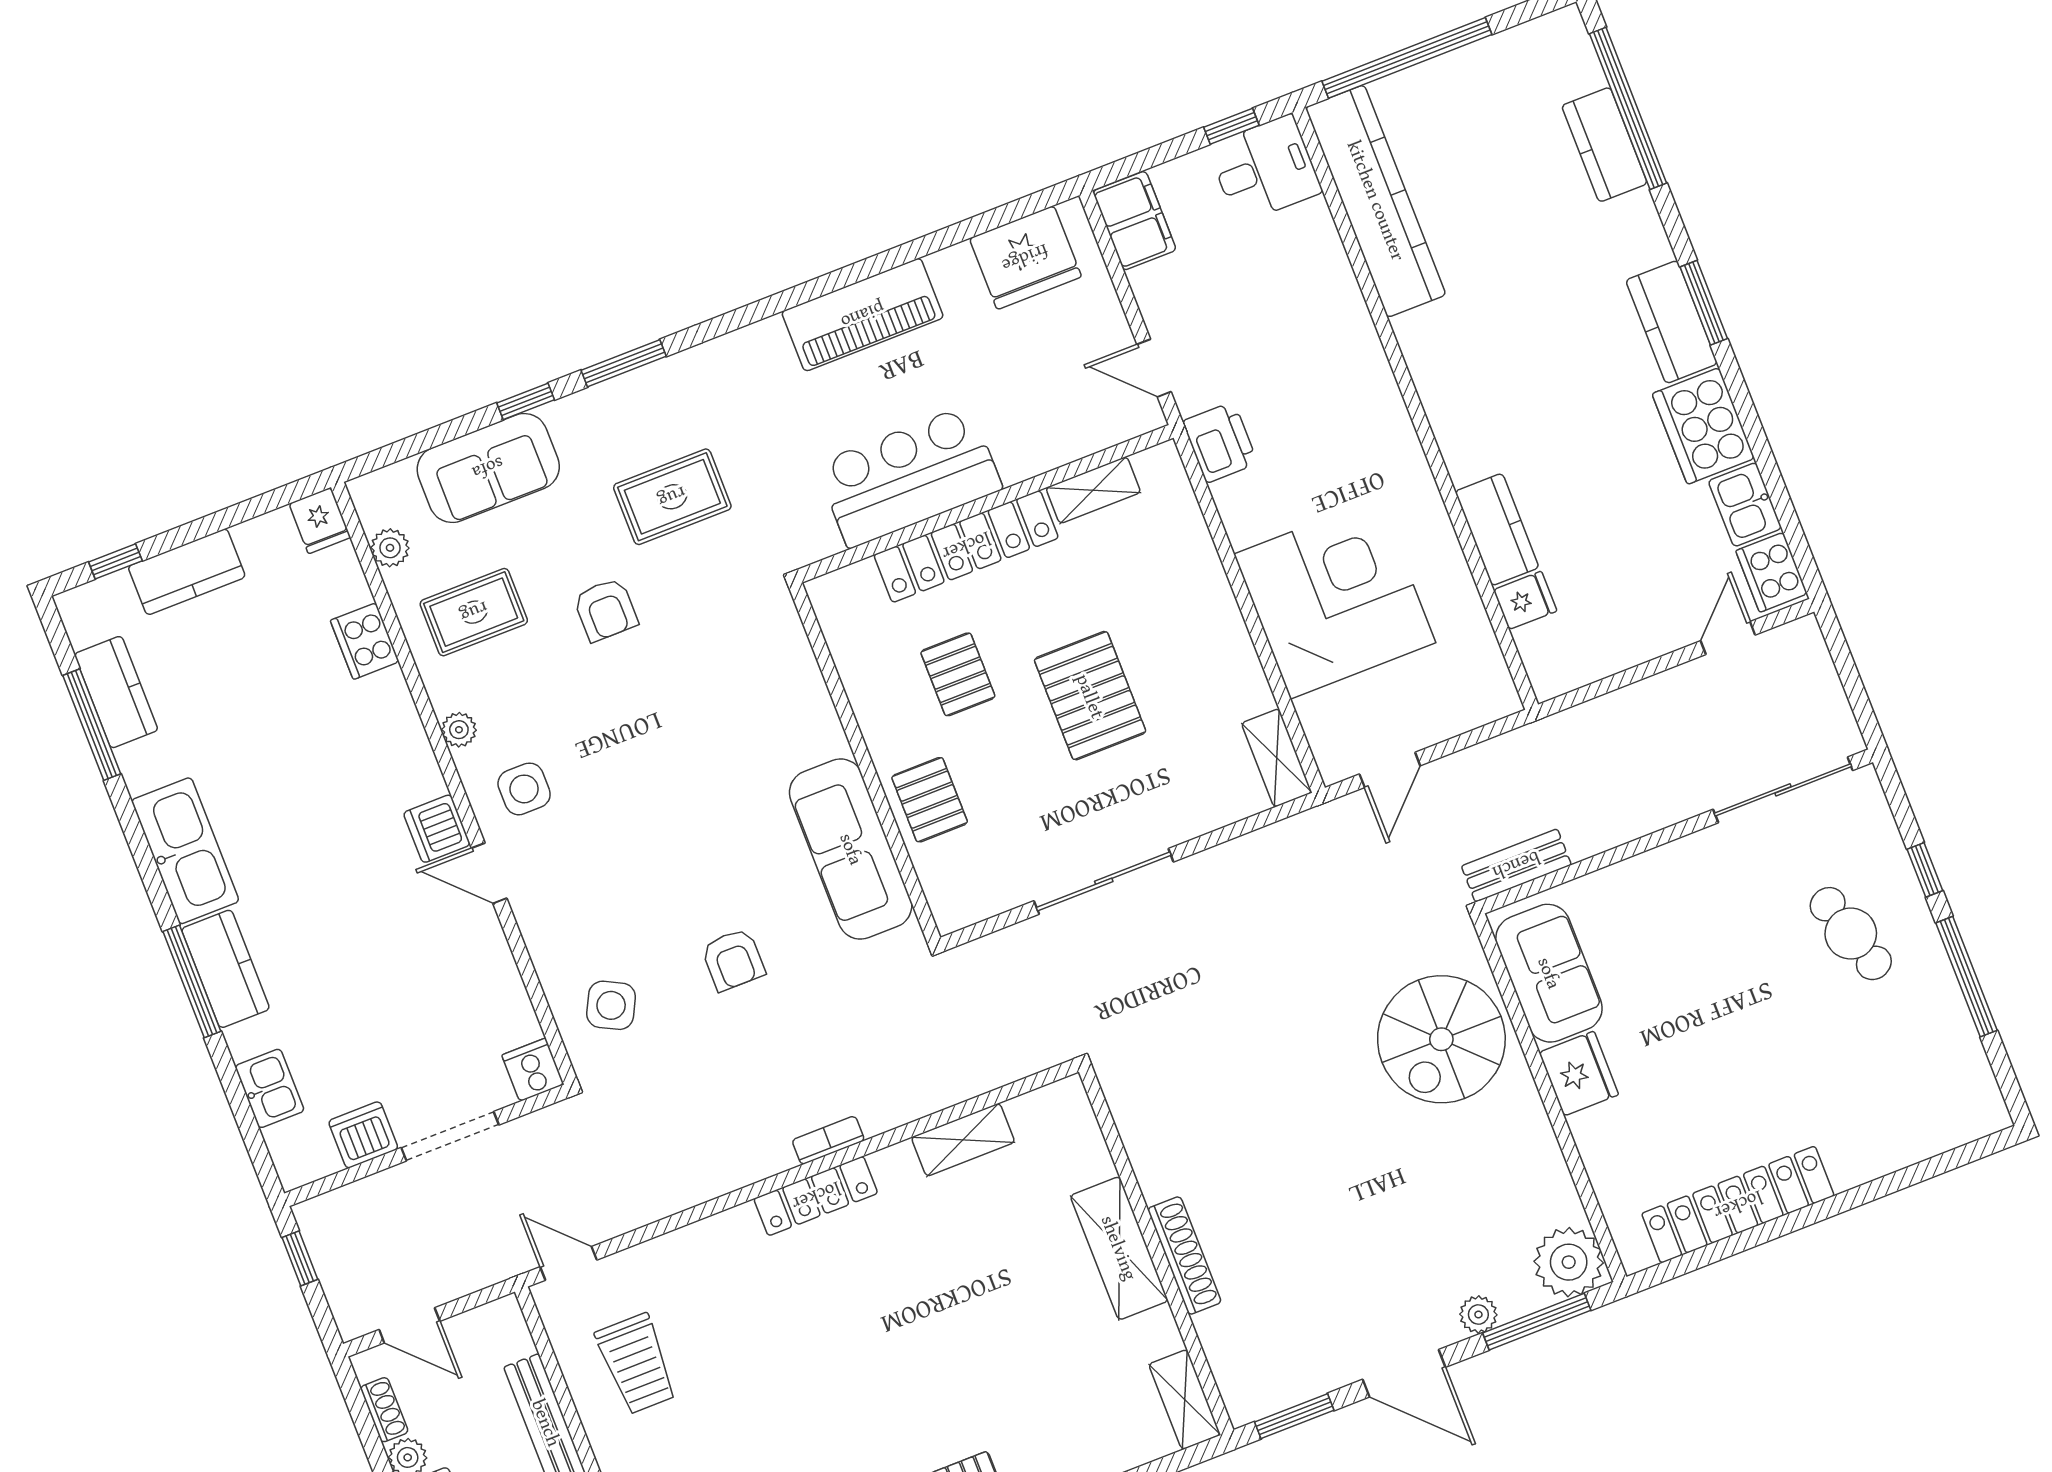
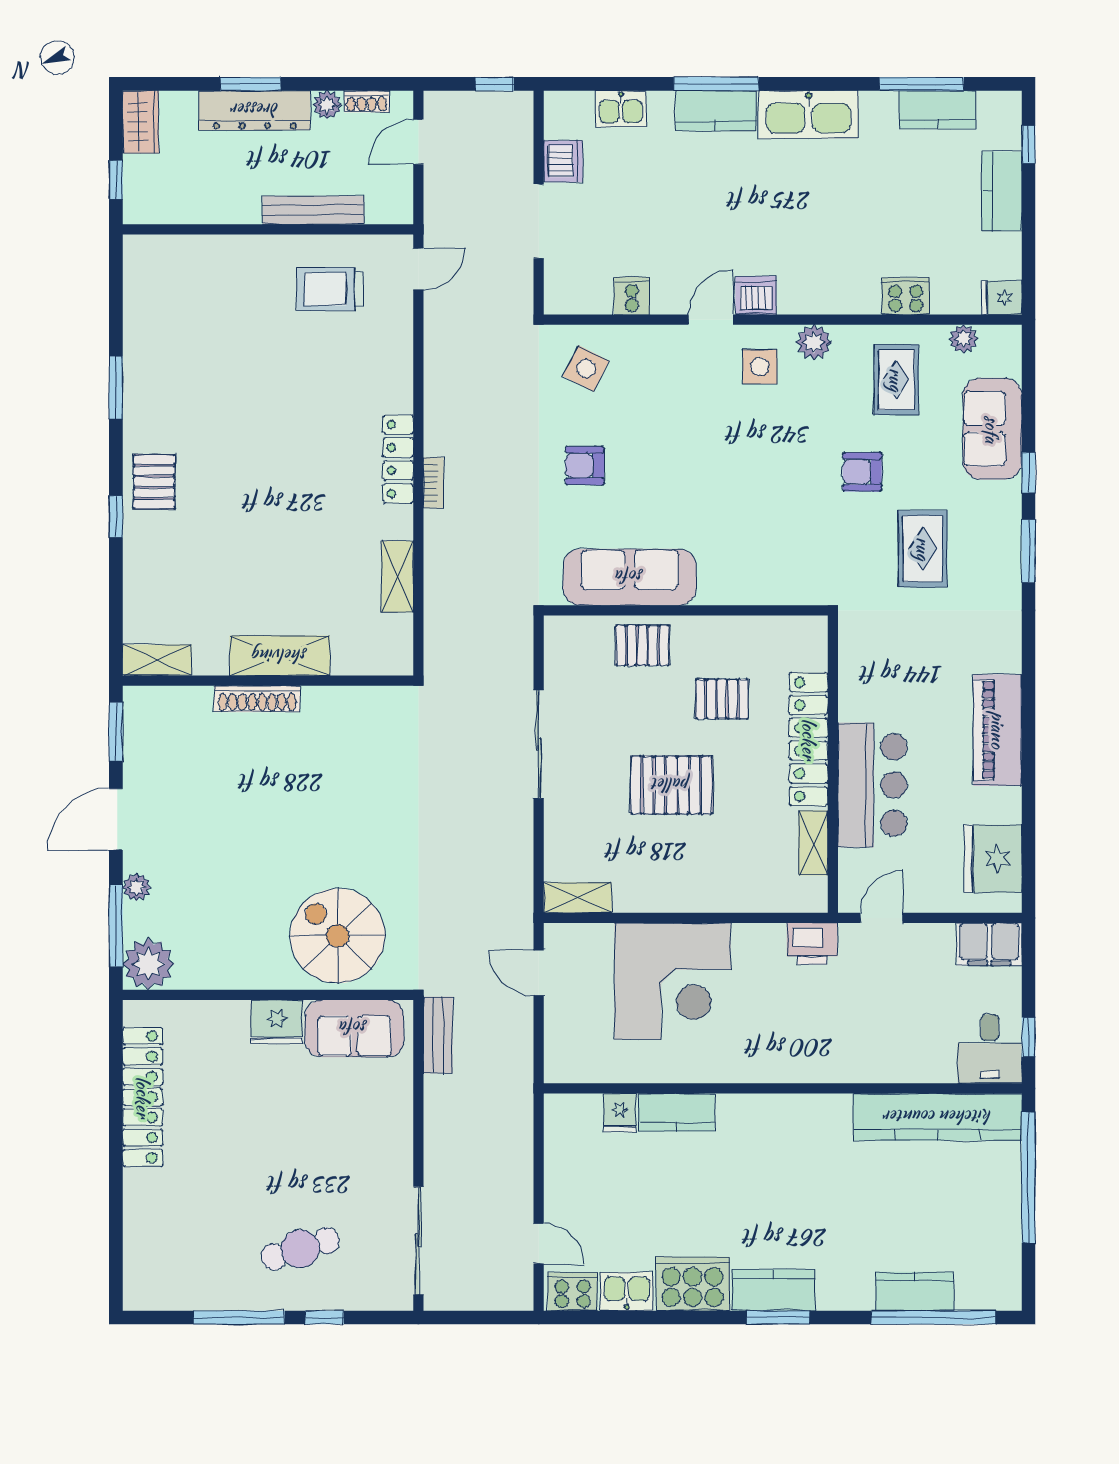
bar counter: (909, 477) -> (873, 785), moved
plant: (459, 730) -> (814, 342), width x1.38, depth x1.38
cooker: (533, 1070) -> (632, 296), moved, turned -90

